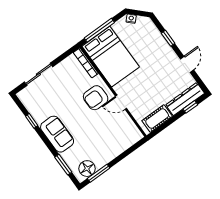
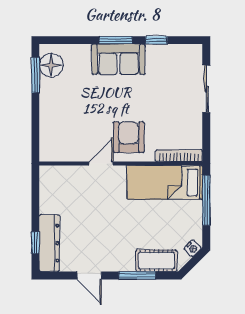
window: (168, 38) -> (137, 276), width x1.50
bed: (111, 57) -> (165, 182), width x0.67
cot: (157, 119) -> (156, 261), moved, turned 90
window: (63, 165) -> (116, 40), moved

